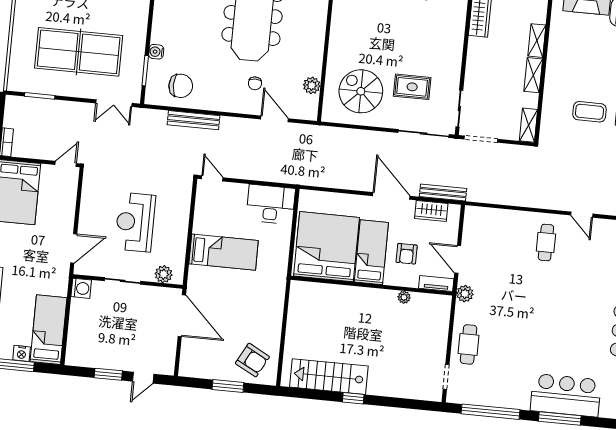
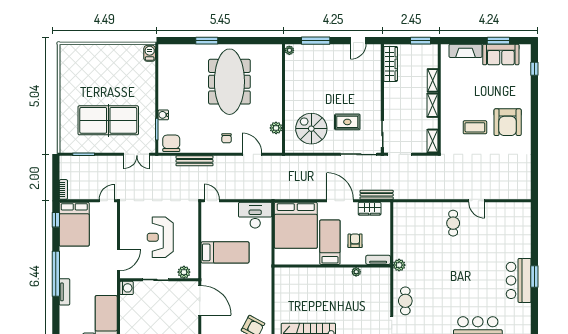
chair: (255, 83) -> (227, 138), moved
chair: (181, 86) -> (171, 143), moved, turned -90
bed: (326, 247) -> (296, 225), moved, turned 180
armchair: (407, 254) -> (355, 241), turned 180
door: (458, 259) -> (392, 241), removed

